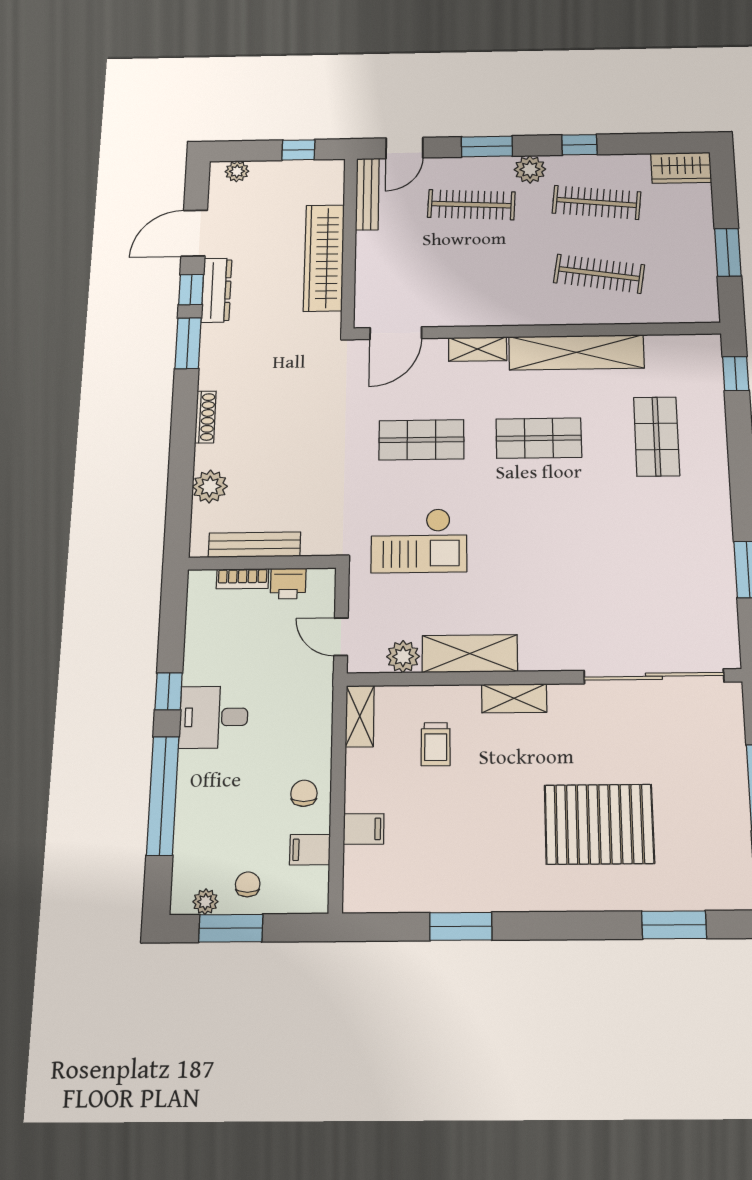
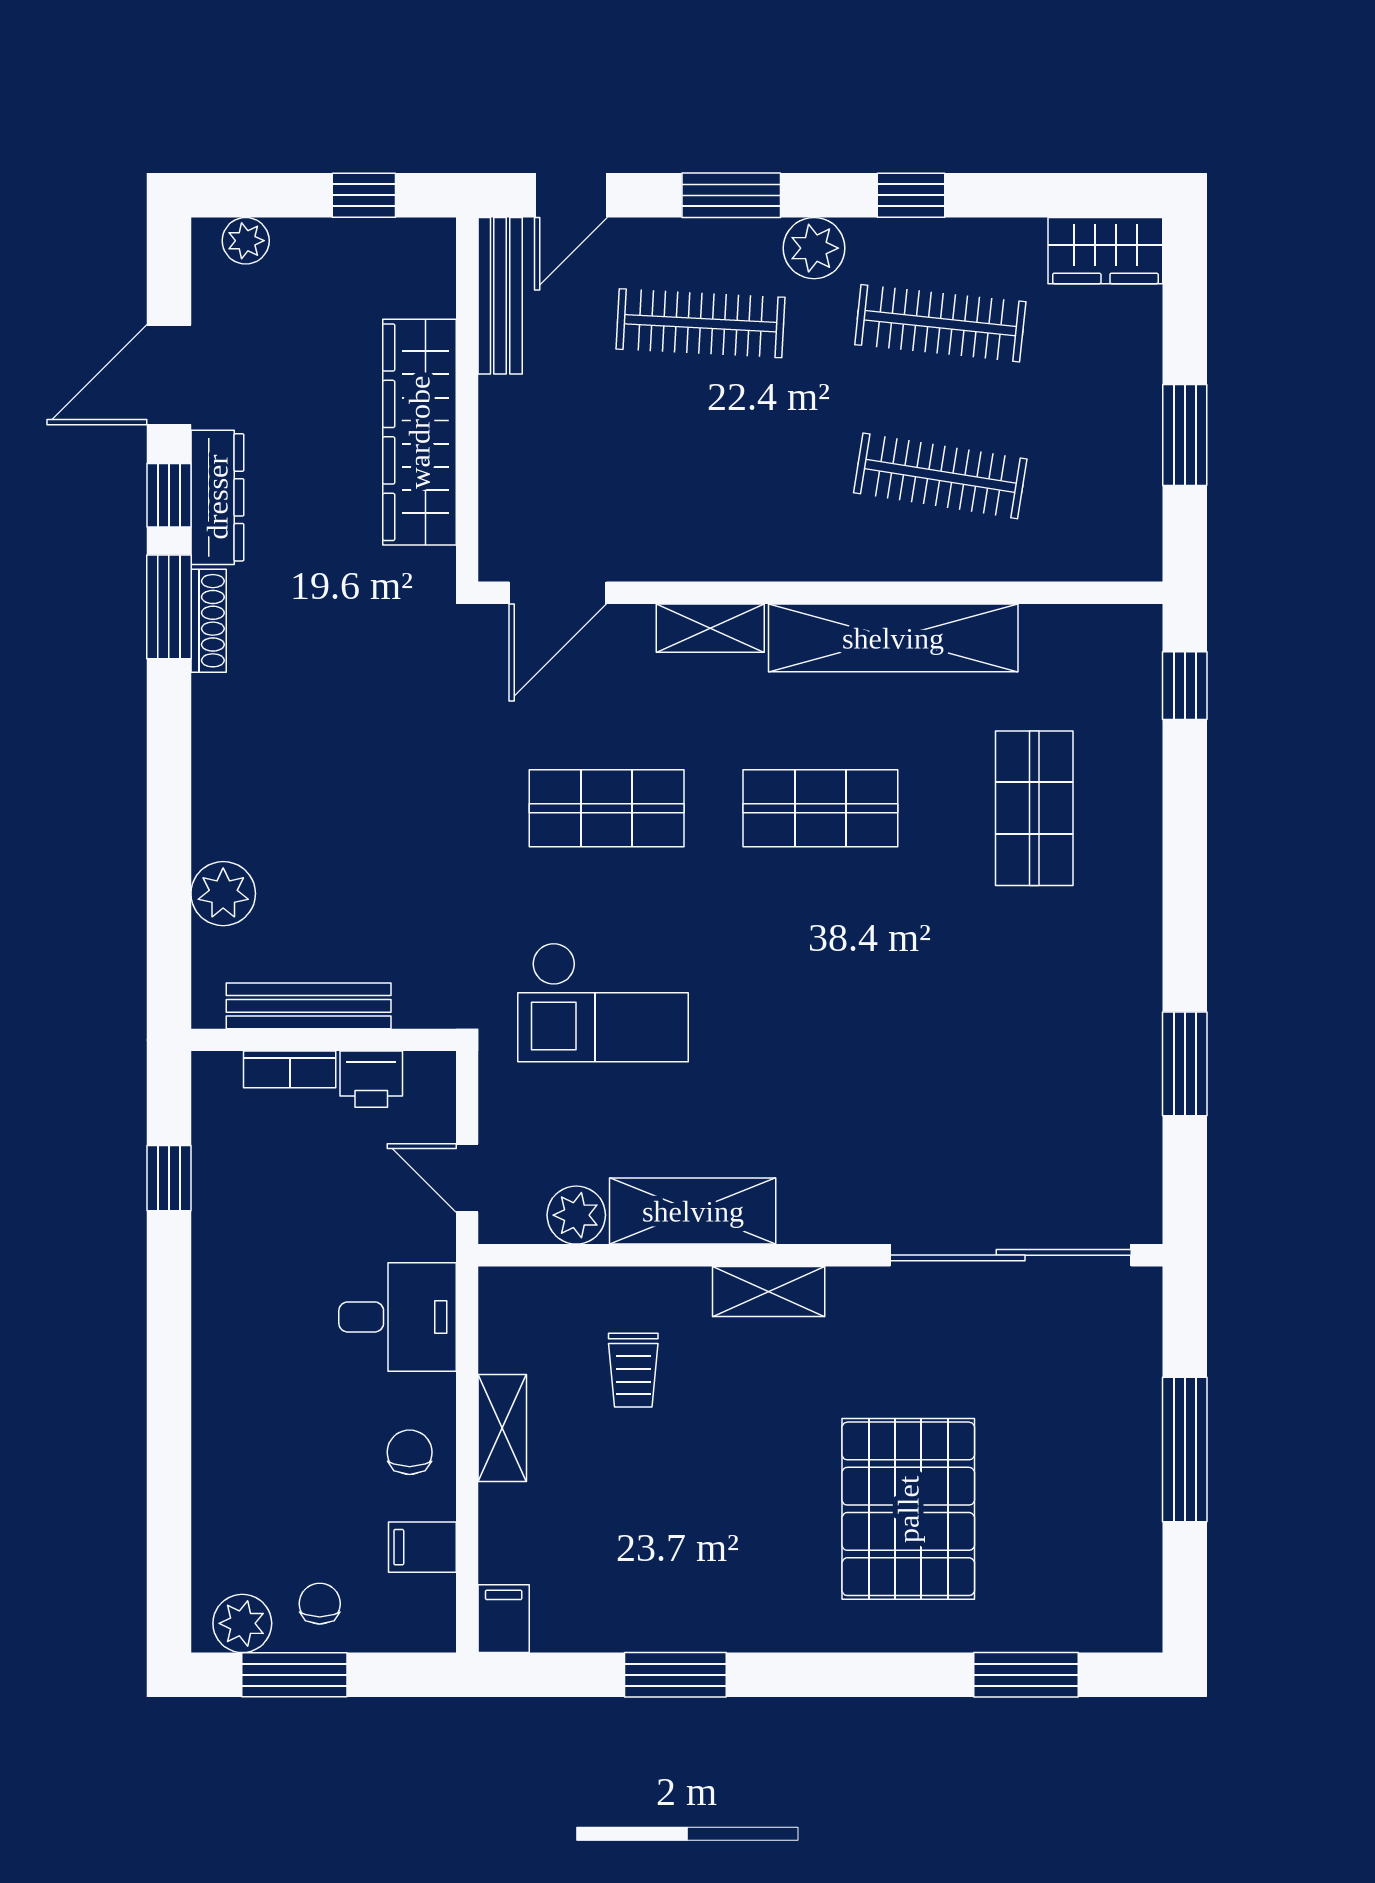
shoe rack: (205, 417) -> (209, 621), moved
window: (169, 691) -> (169, 1178), moved
shelving: (360, 716) -> (502, 1428), moved
desk: (214, 717) -> (398, 1317), moved, turned 180
window: (163, 796) -> (169, 1454), removed
pallet: (599, 824) -> (908, 1509), turned 90
filing cabinet: (364, 829) -> (504, 1619), moved, turned -90
plant: (205, 902) -> (242, 1623), width x1.38, depth x1.38

